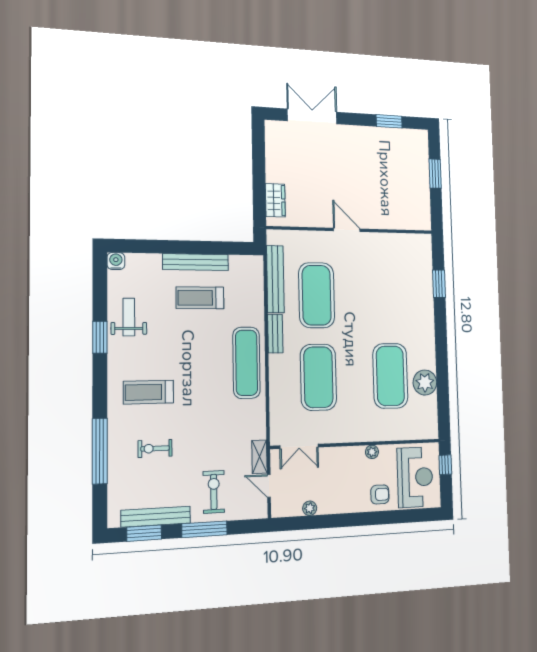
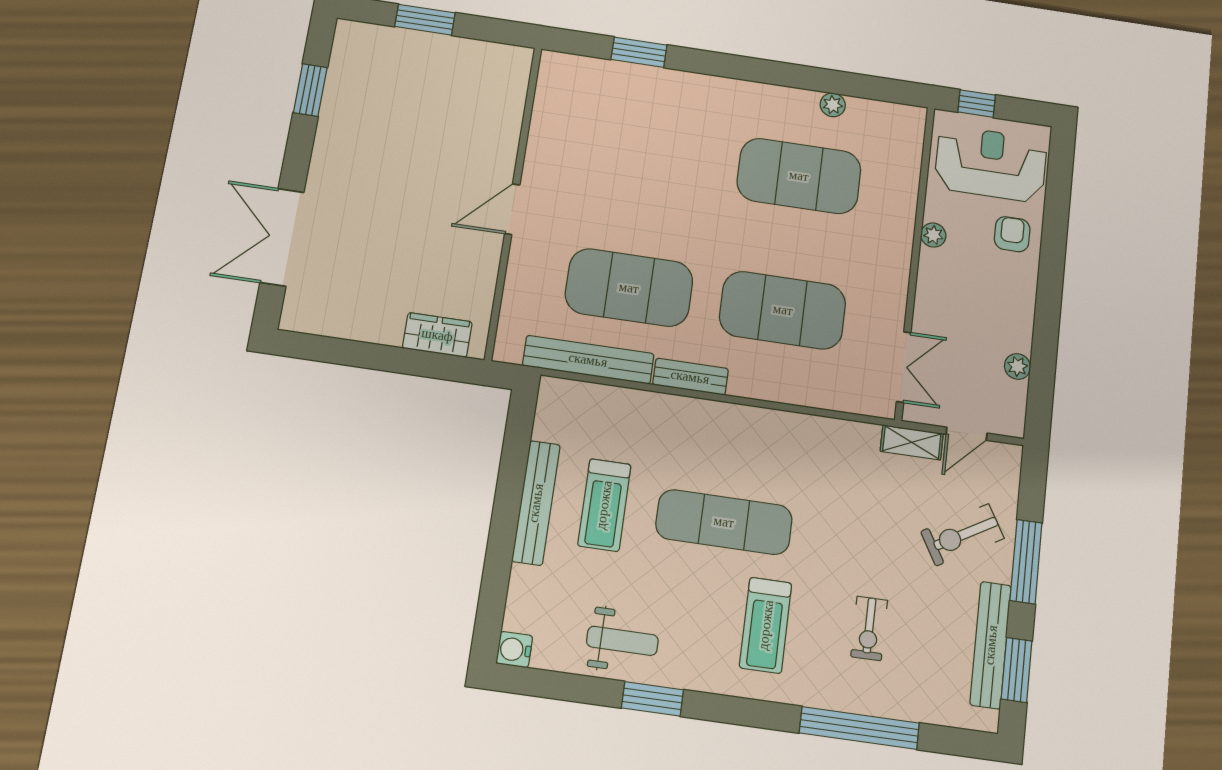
weight bench: (129, 317) -> (622, 641), turned 180
exercise mat: (246, 363) -> (724, 522), moved
plant: (425, 383) -> (833, 105), width x0.53, depth x0.53
exercise bike: (214, 492) -> (962, 535), turned -30

